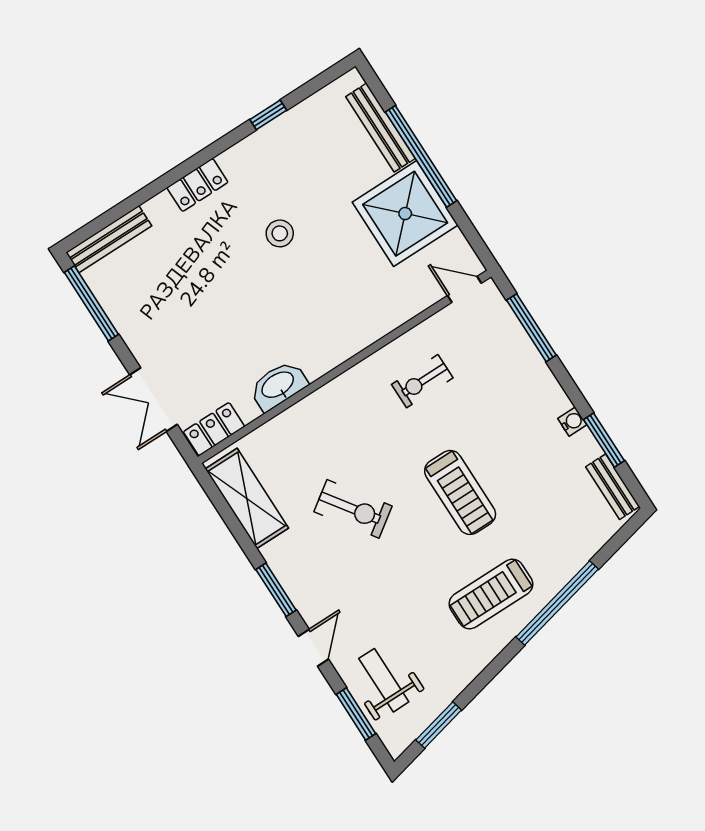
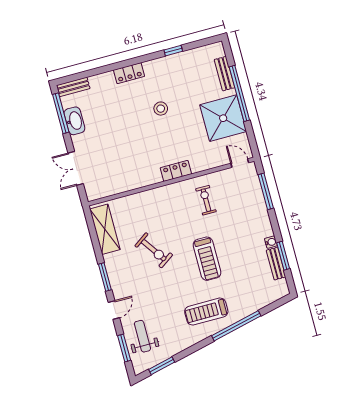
bench: (380, 128) -> (224, 74), width x0.73
bench: (109, 239) -> (73, 87), width x0.73
exercise bike: (422, 381) -> (206, 200), turned 90
washbasin: (278, 385) -> (74, 121), moved, turned 90
locker: (214, 429) -> (176, 171), moved
bench: (613, 487) -> (276, 264), moved

